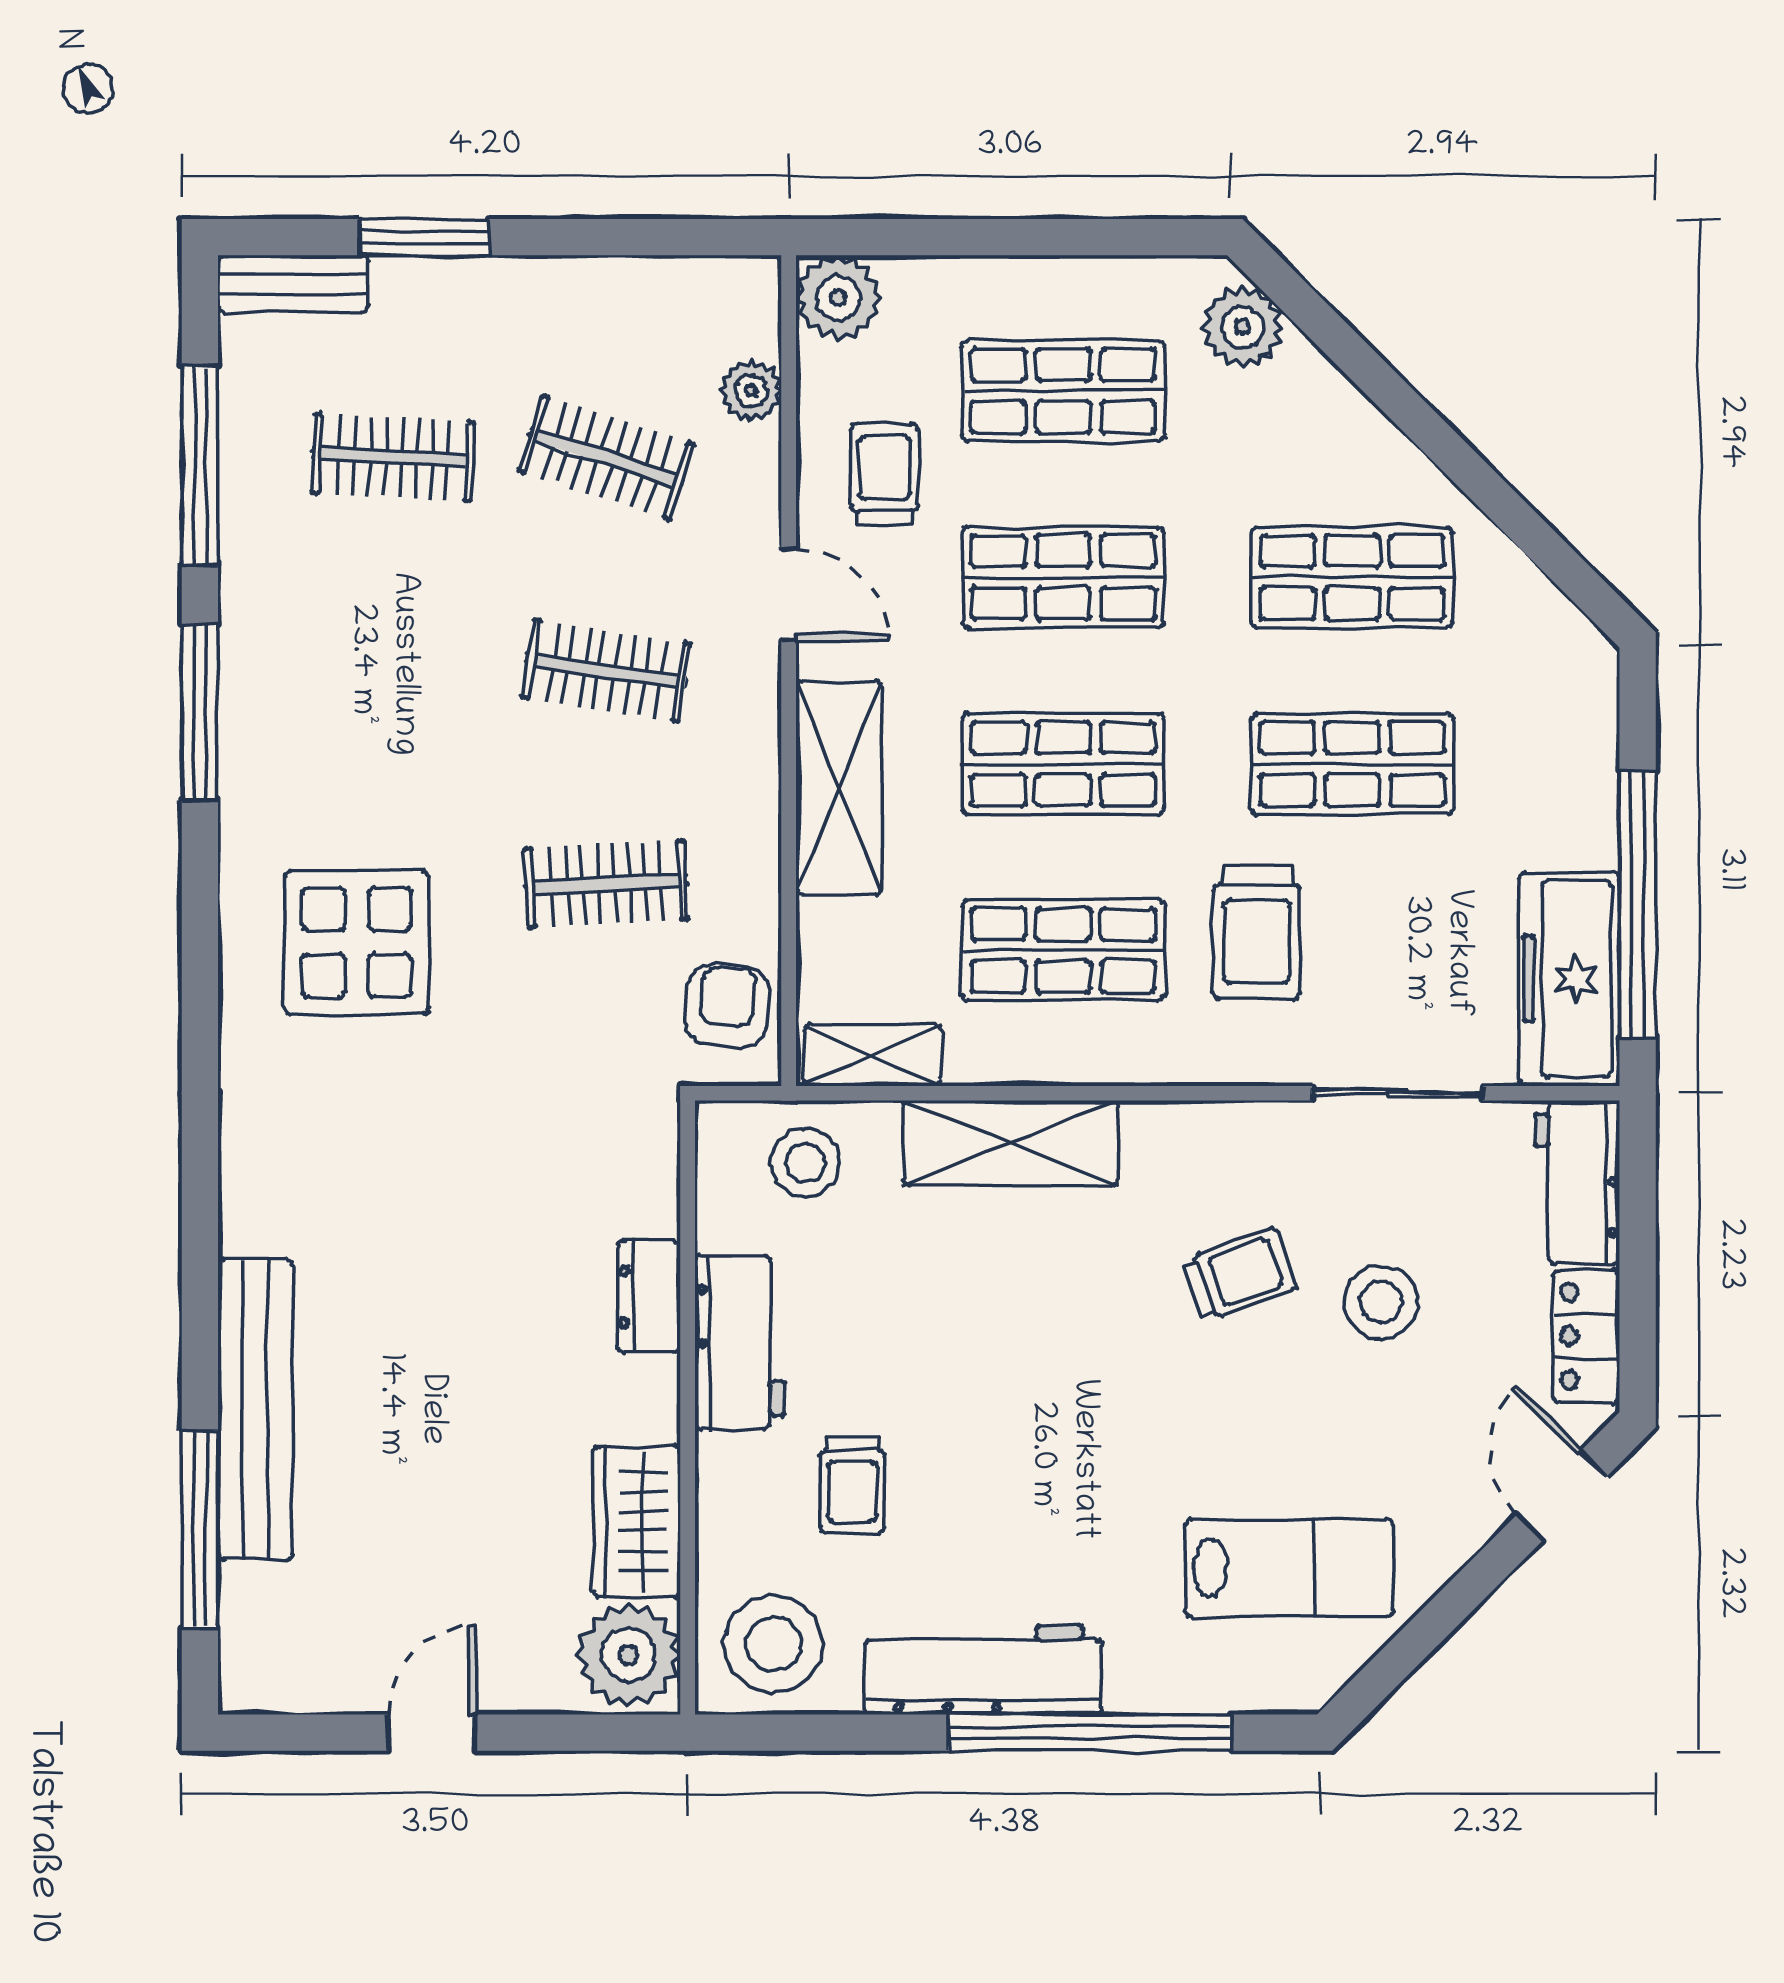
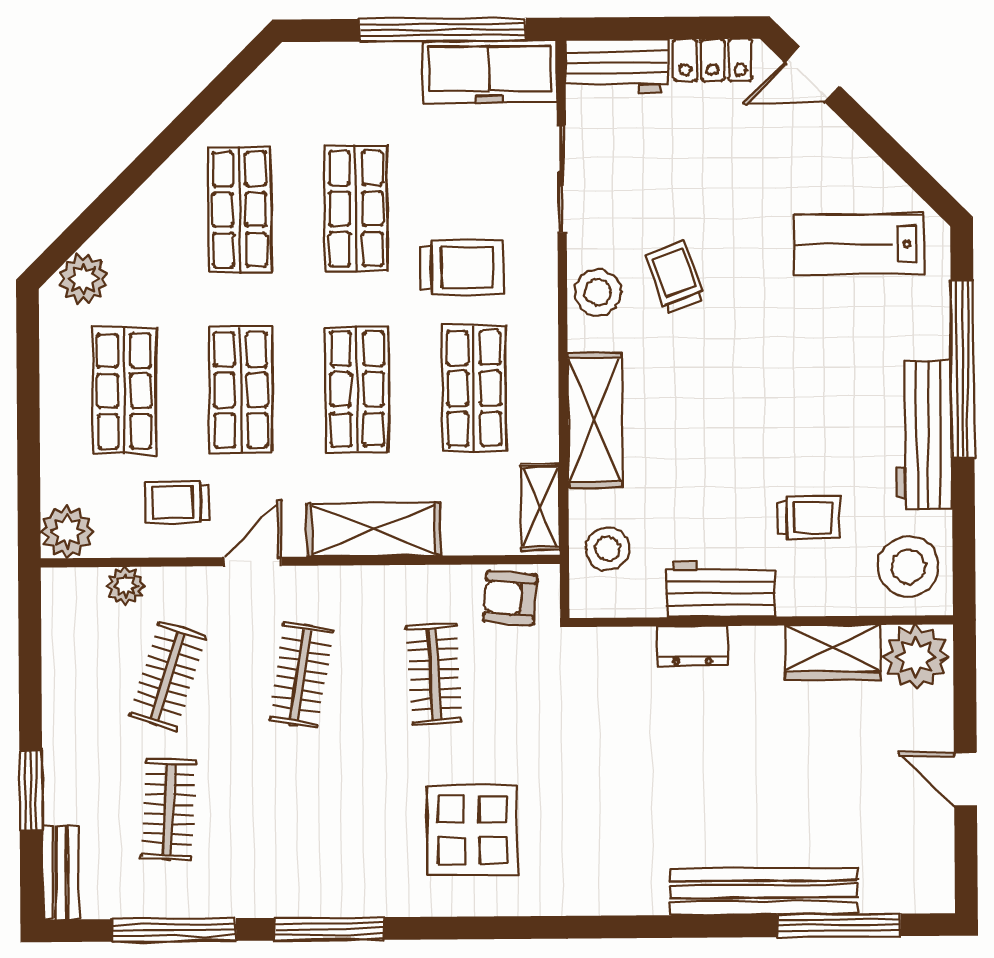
stool: (1381, 1302) -> (598, 292), moved
lab bench: (1289, 1568) -> (859, 244), turned -90

